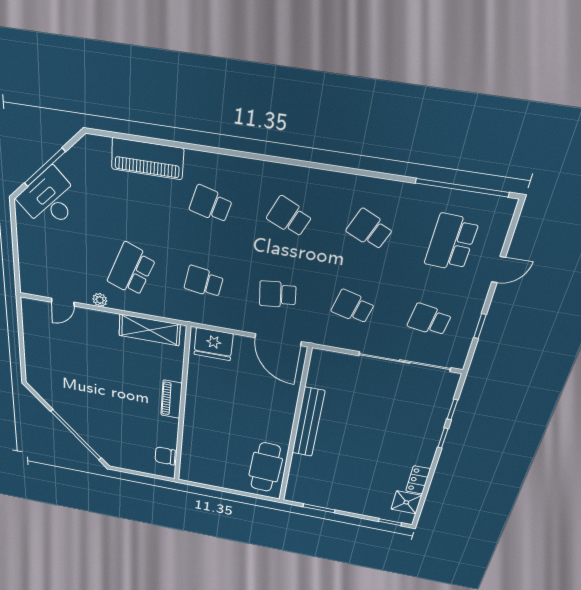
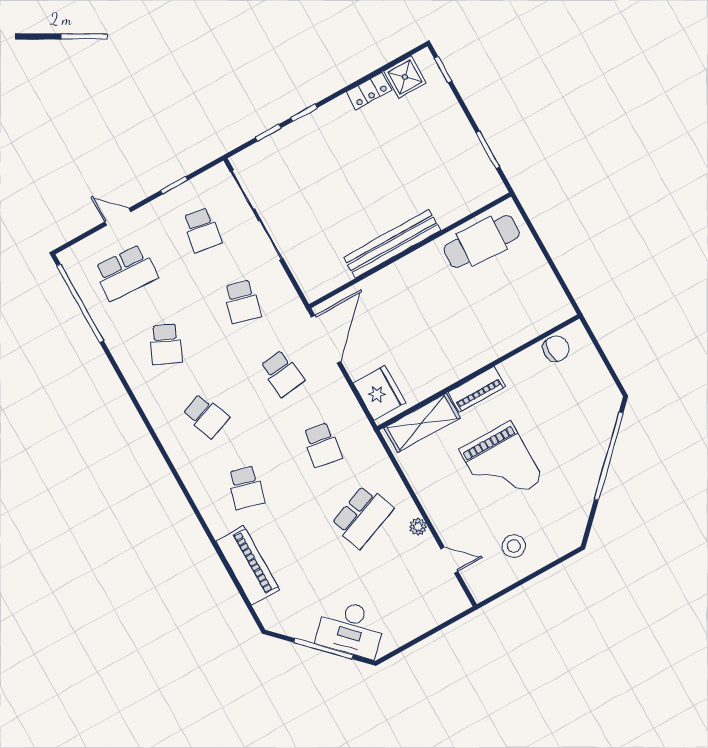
school desk: (289, 217) -> (206, 416), turned -45
school desk: (131, 270) -> (362, 517), turned -42
shelving: (149, 330) -> (422, 423), moved, turned 90
stool: (49, 346) -> (514, 546), added
grand piano: (110, 378) -> (501, 465), added
chair: (165, 456) -> (556, 349), turned -90

